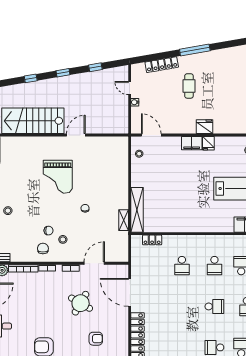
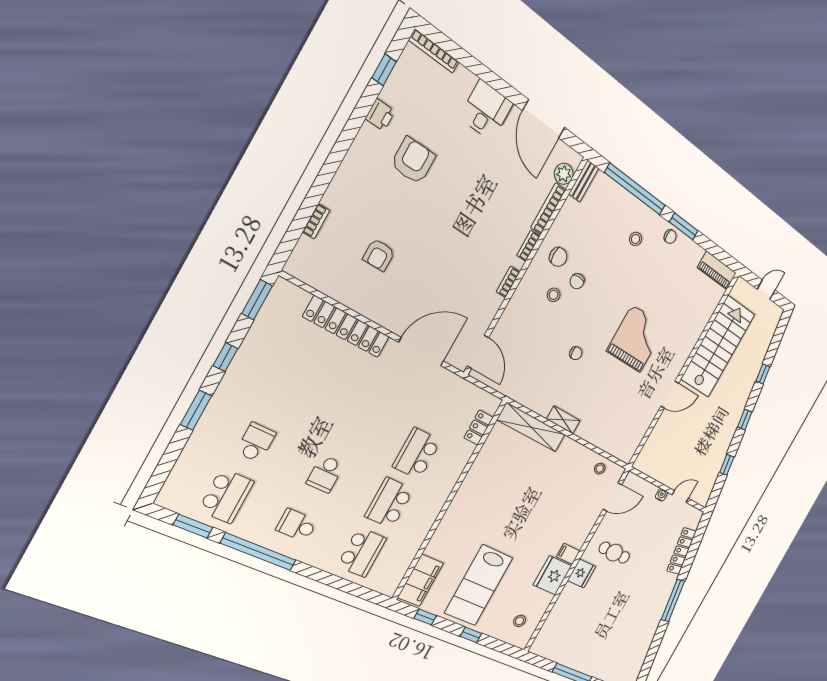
cafe table: (189, 86) -> (614, 553), moved
door: (76, 135) -> (670, 395), hinge flipped
filing cabinet: (192, 143) -> (568, 554), width x0.50
fridge: (208, 143) -> (552, 575), width x1.88, depth x1.34
grand piano: (58, 177) -> (636, 339), turned 90
shelving: (124, 220) -> (563, 420), moved
door: (94, 263) -> (478, 352), moved
school desk: (182, 266) -> (417, 454), width x1.85
school desk: (214, 266) -> (389, 503), width x1.85
round table: (81, 303) -> (448, 265), removed

